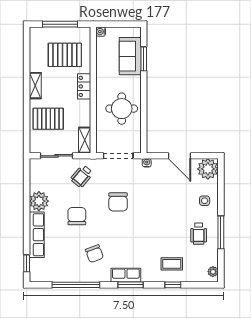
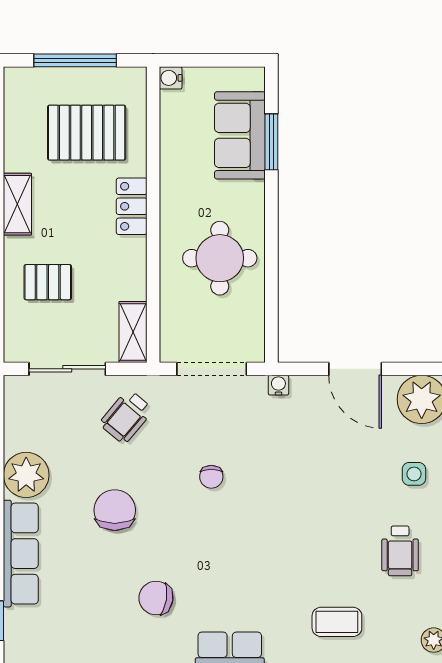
pallet: (48, 119) -> (48, 282), width x0.67, depth x0.71
chair: (118, 202) -> (211, 477), width x0.54, depth x0.54
chair: (94, 254) -> (156, 598), turned 120

